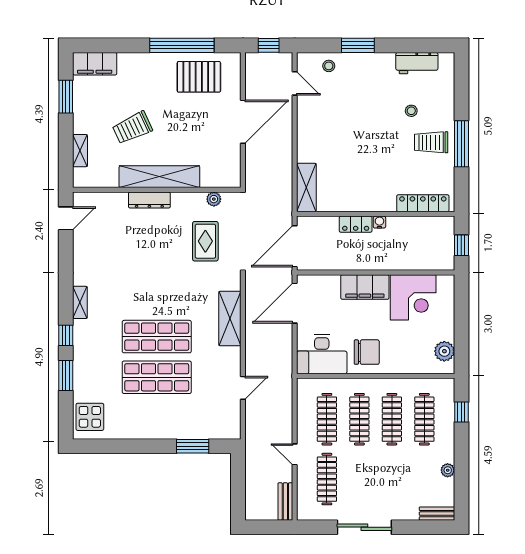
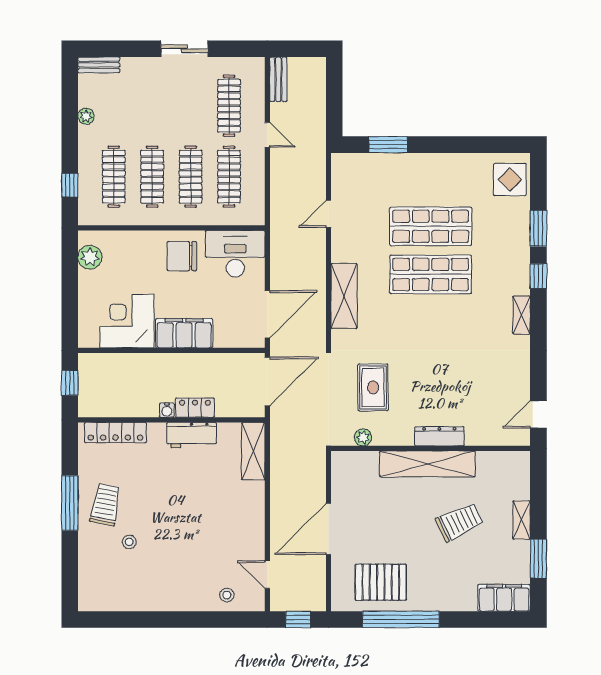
window: (358, 45) -> (192, 619), removed
workbench: (417, 63) -> (192, 435), moved, turned 180
trolley: (431, 142) -> (105, 505), turned -79
shelving: (80, 151) -> (522, 520), moved
sliding door: (364, 527) -> (185, 49), width x0.73

